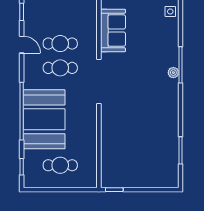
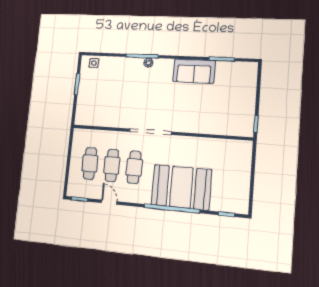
sofa: (113, 30) -> (194, 71), moved, turned 180
door: (22, 45) -> (109, 202), hinge flipped
cafe table: (60, 165) -> (90, 163), moved

